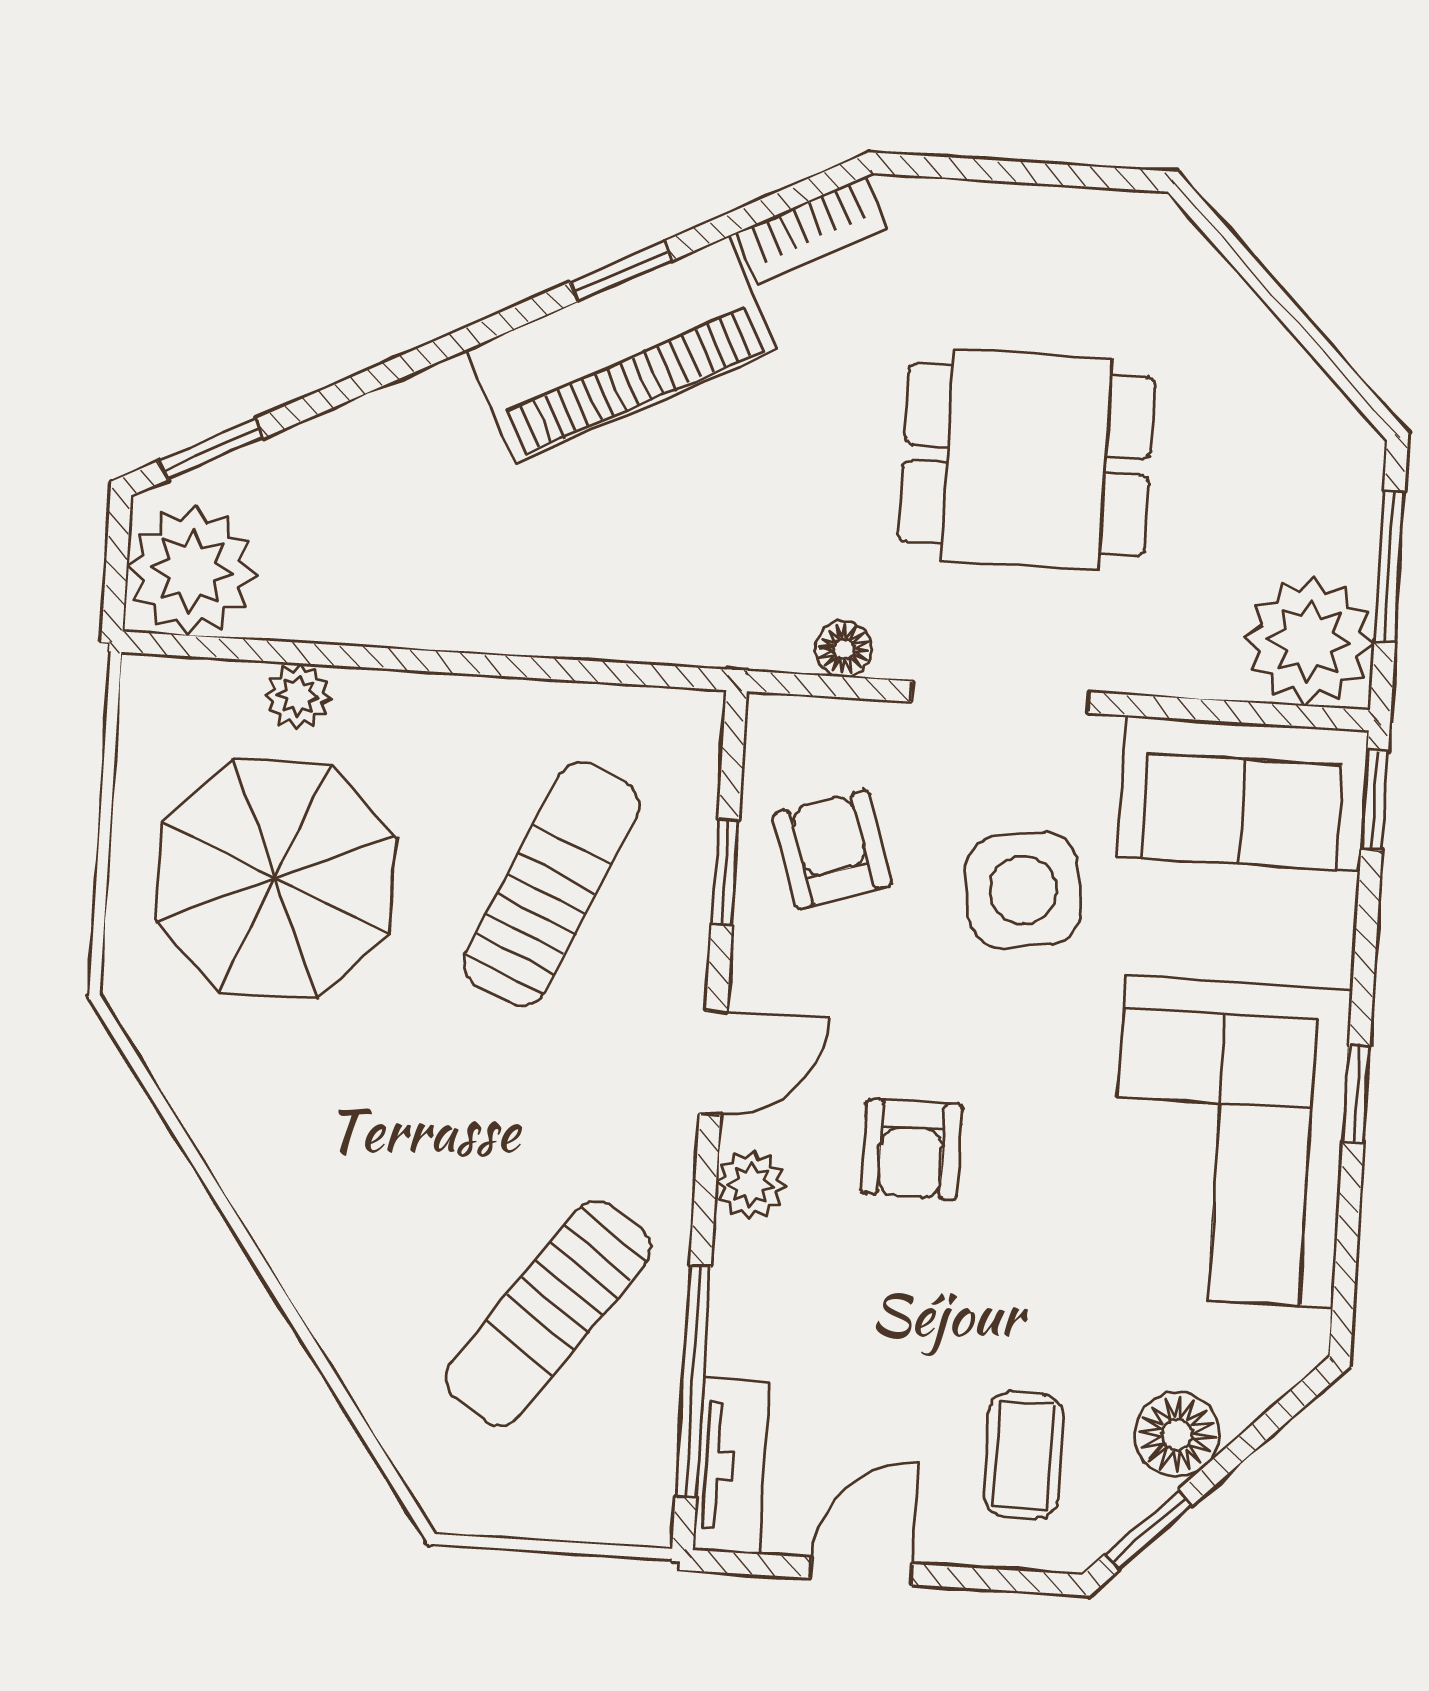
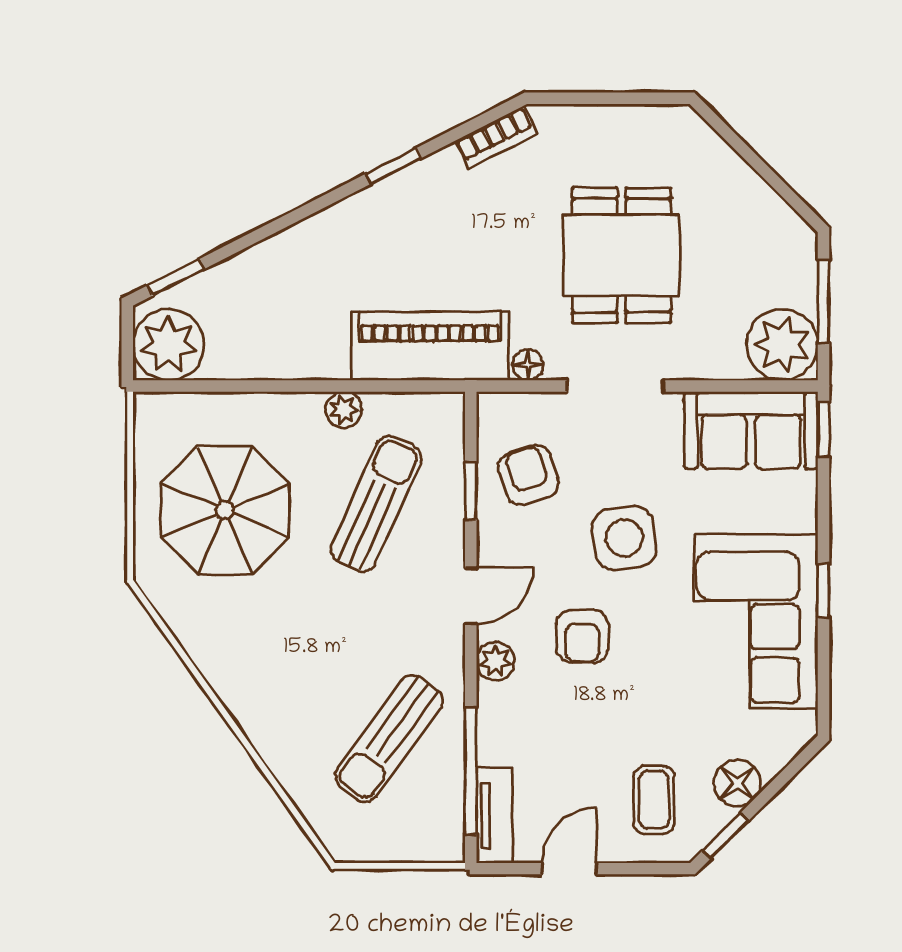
piano: (622, 350) -> (430, 346), moved, turned -153
dining table: (1027, 460) -> (621, 255), turned 90
plant: (298, 696) -> (344, 410), moved
side table: (1023, 890) -> (624, 538), moved

